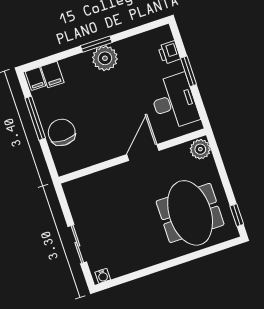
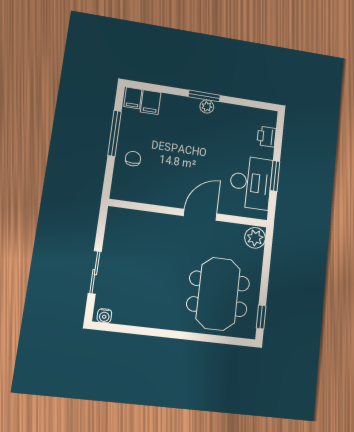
plant: (105, 58) -> (207, 107), width x0.53, depth x0.53
window: (189, 71) -> (275, 176), moved
chair: (62, 132) -> (133, 159), width x0.54, depth x0.54

